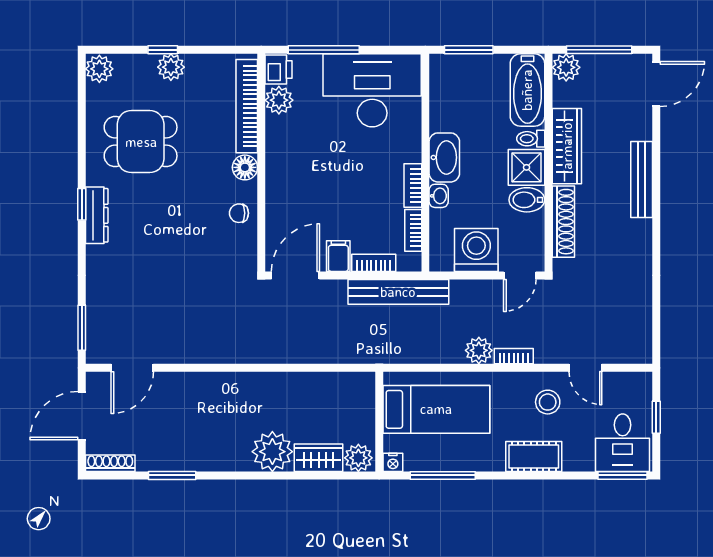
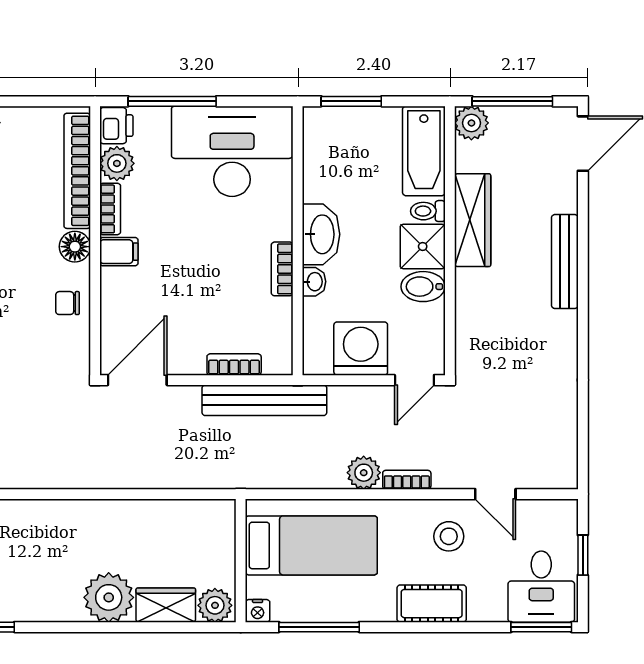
shoe rack: (563, 222) -> (468, 313), removed
bookcase: (413, 230) -> (110, 209), moved, turned 180
filing cabinet: (338, 256) -> (119, 252), moved, turned 90

